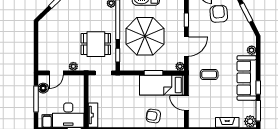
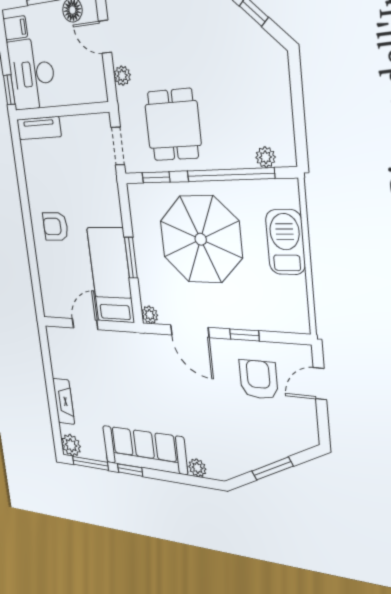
armchair: (219, 14) -> (258, 380), moved, turned -85
coffee table: (209, 74) -> (142, 375), removed
armchair: (153, 116) -> (55, 226), moved, turned -99

